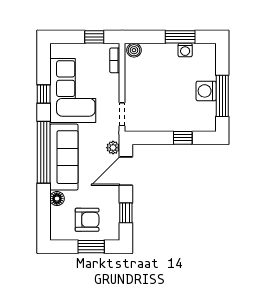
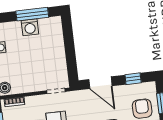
window: (183, 138) -> (69, 41), removed
plant: (113, 148) -> (83, 95), removed

